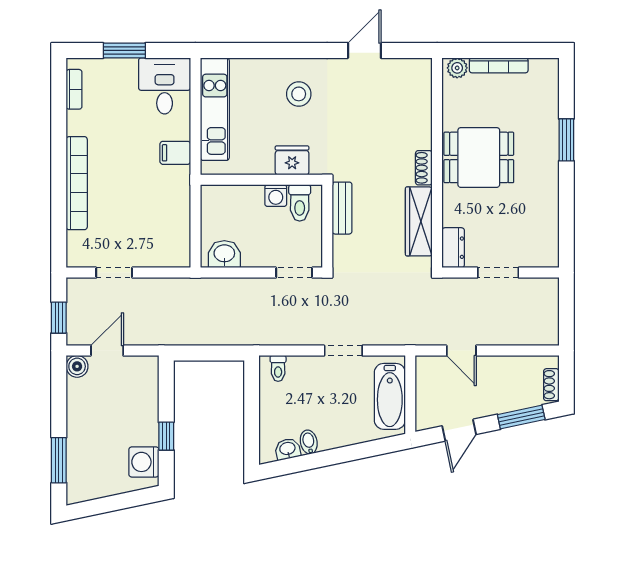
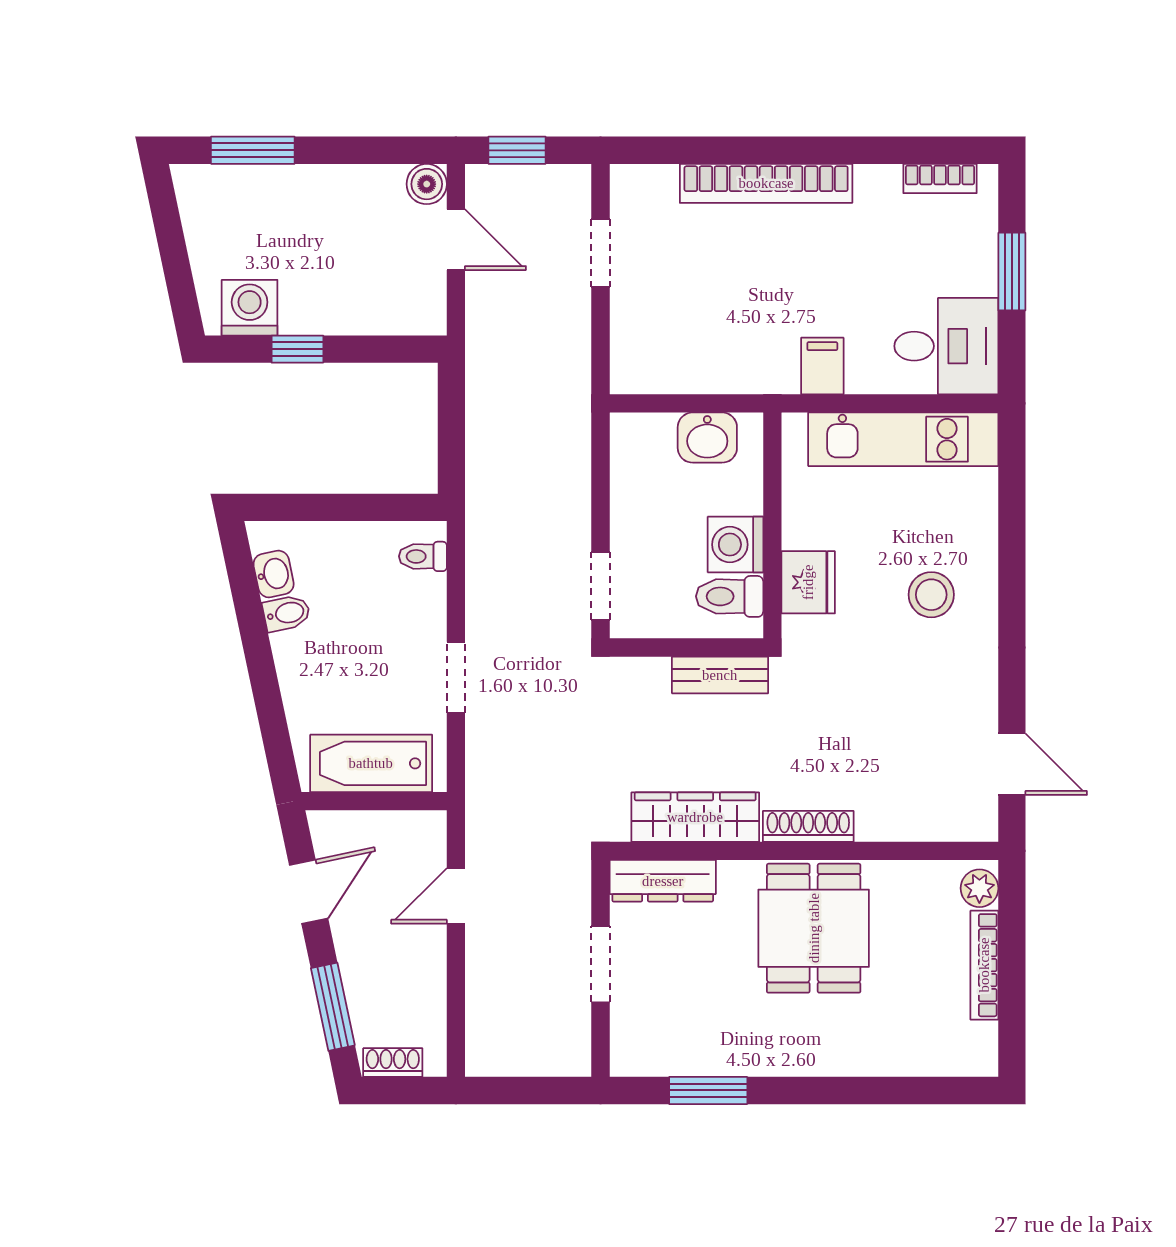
door: (364, 50) -> (1012, 764), moved
window: (566, 140) -> (708, 1090), moved
shoe rack: (424, 168) -> (808, 826), width x1.43
washing machine: (276, 196) -> (735, 545), width x1.38, depth x1.38
dresser: (453, 248) -> (663, 881), width x1.44
washbasin: (224, 254) -> (707, 438), moved, turned 90
door: (459, 430) -> (309, 892), swing flipped

